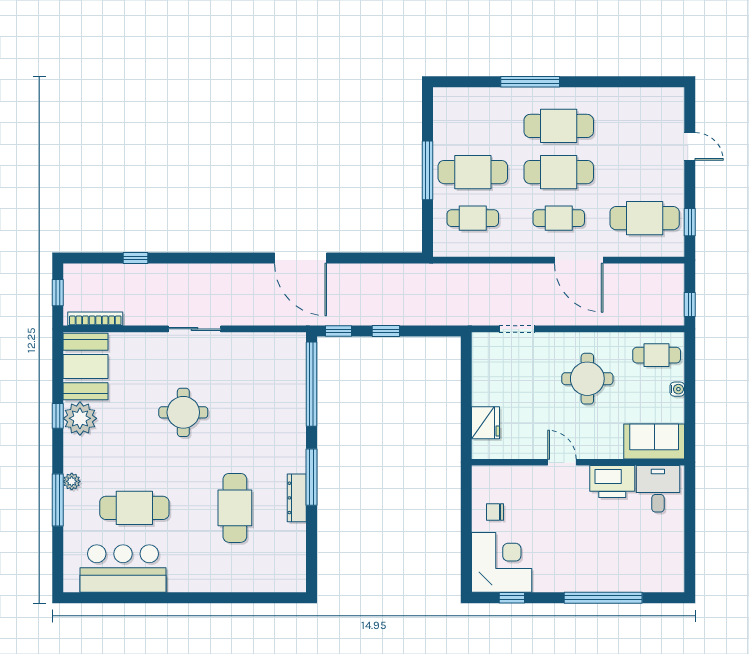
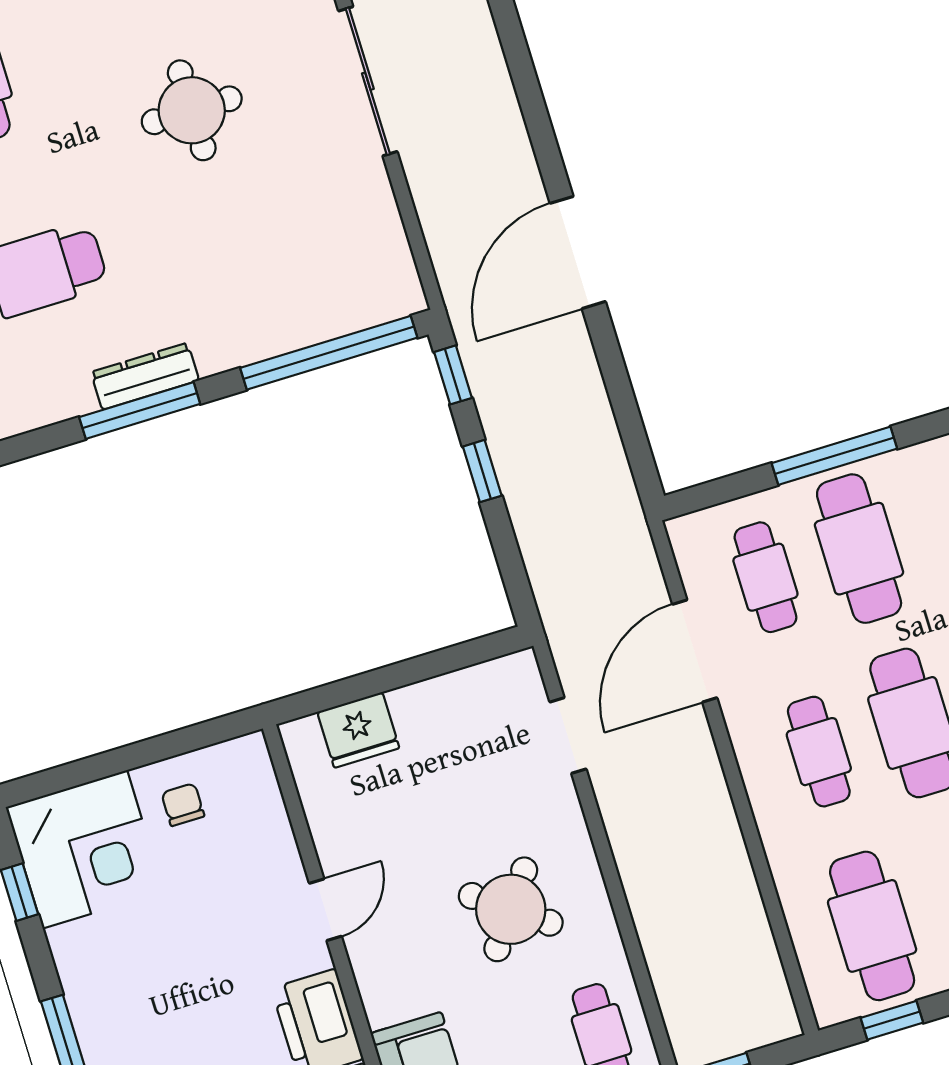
door: (579, 260) -> (695, 651), moved
sliding door: (194, 329) -> (368, 81), width x1.37
round table: (587, 379) -> (511, 909), turned 36
dresser: (297, 498) -> (145, 376), moved

